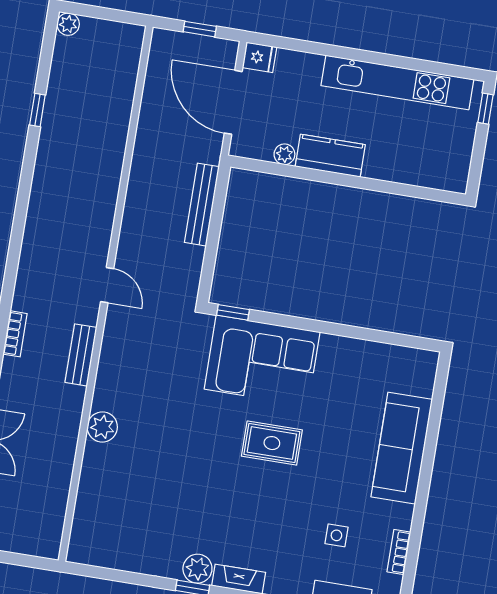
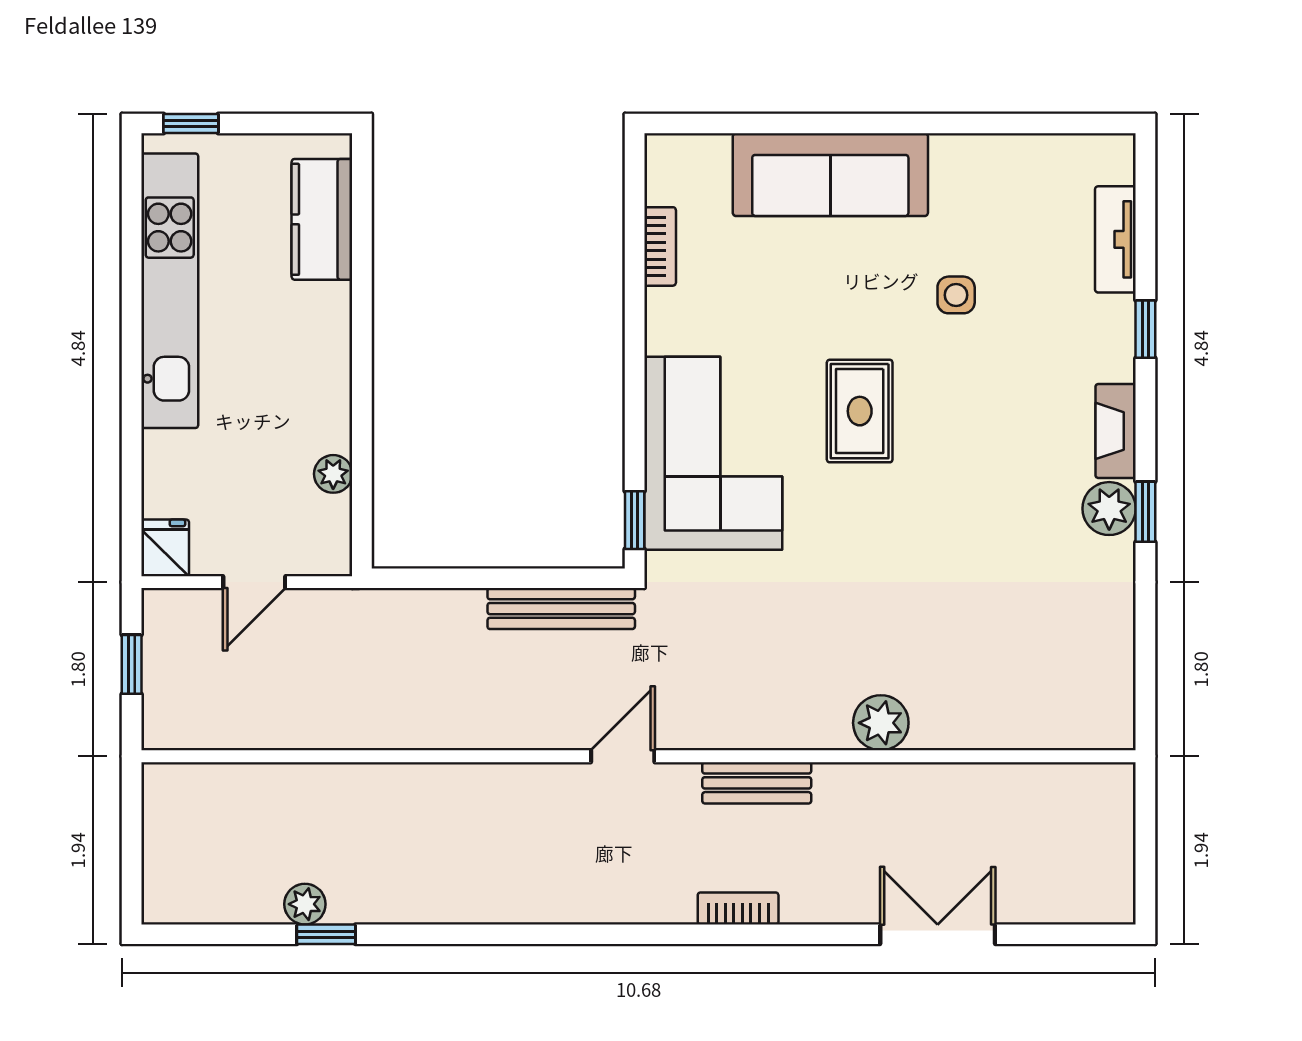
plant: (68, 24) -> (305, 904), moved
door: (233, 102) -> (254, 582), width x0.53
kitchen counter: (330, 156) -> (322, 219), moved
bench: (202, 205) -> (561, 609), moved
side table: (336, 535) -> (956, 295), moved
bookcase: (399, 552) -> (660, 246), moved, turned -90

